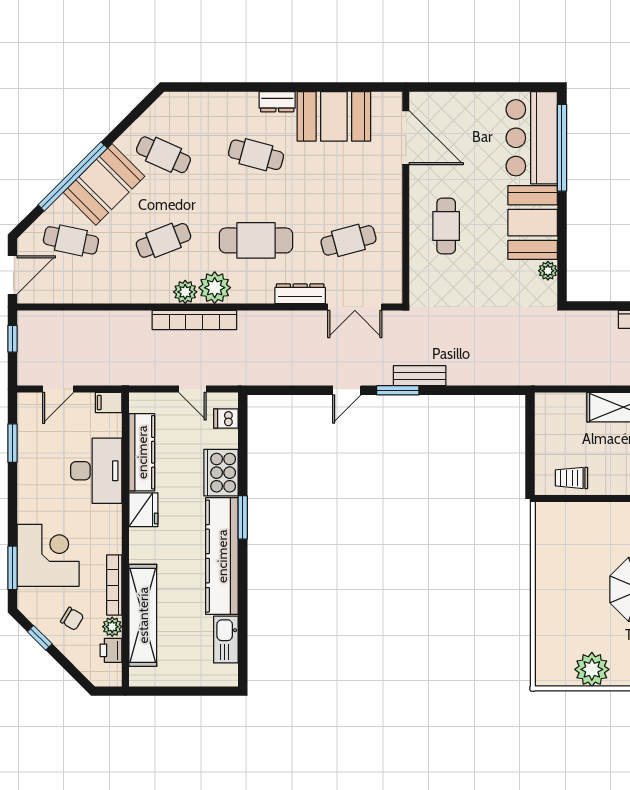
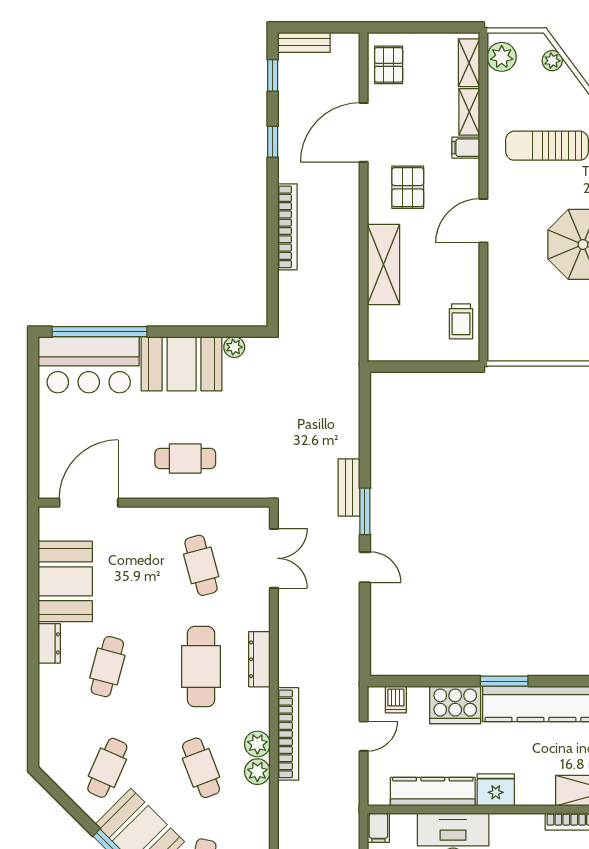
plant: (215, 288) -> (257, 772), moved, width x0.73, depth x0.73
dresser: (300, 294) -> (259, 659), moved

